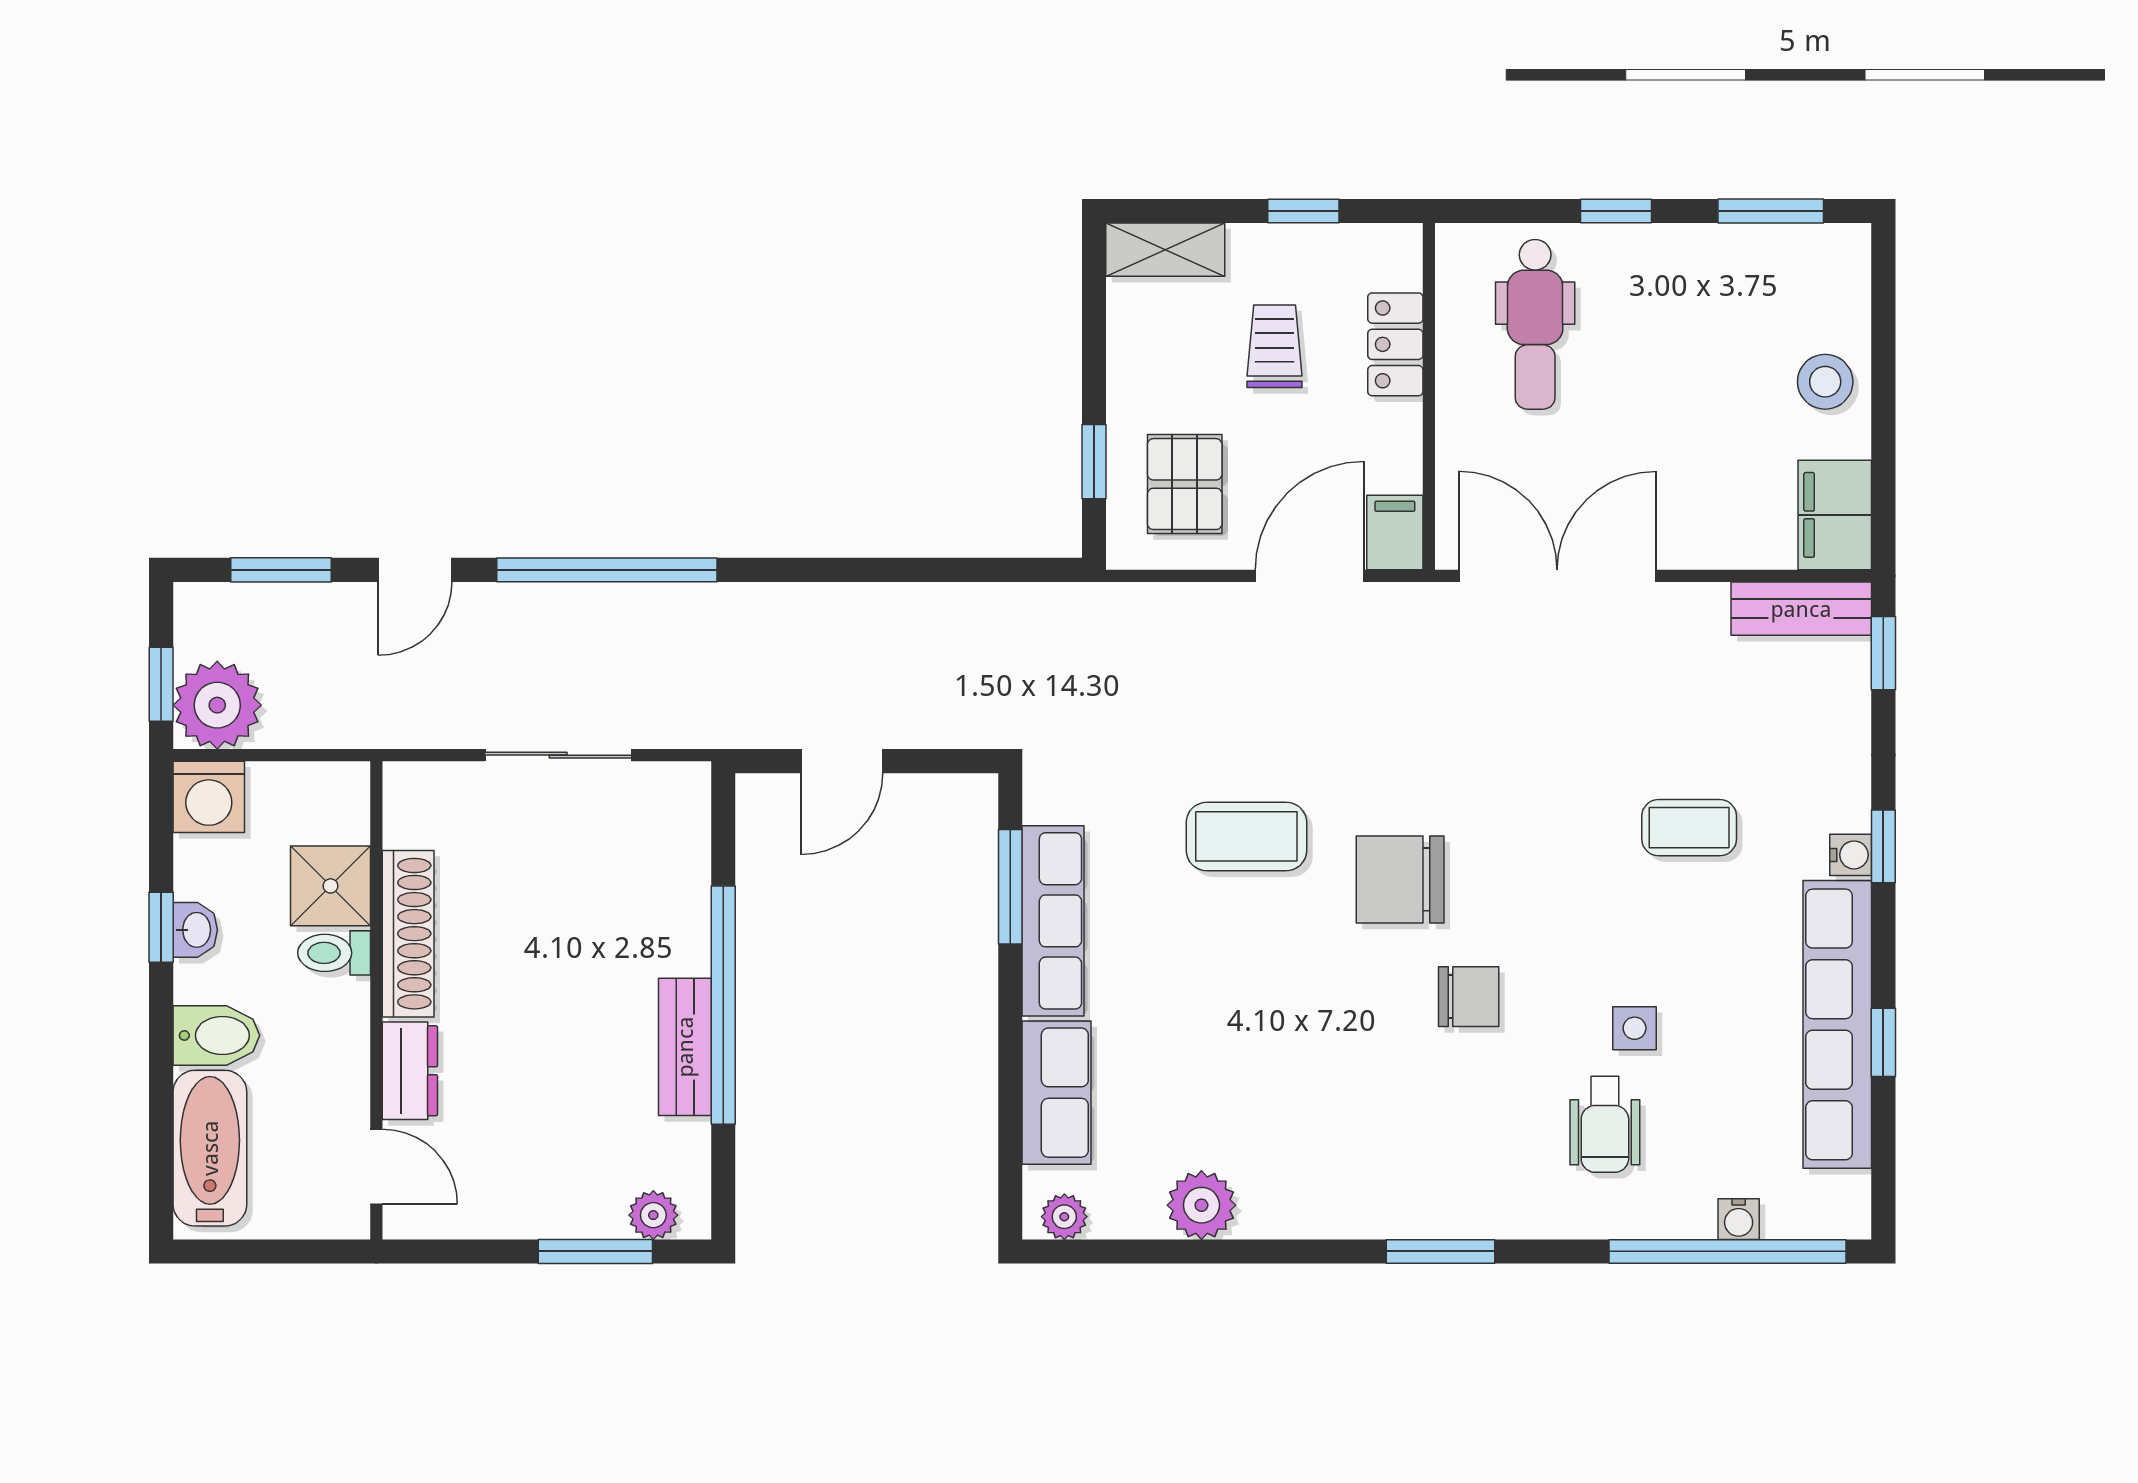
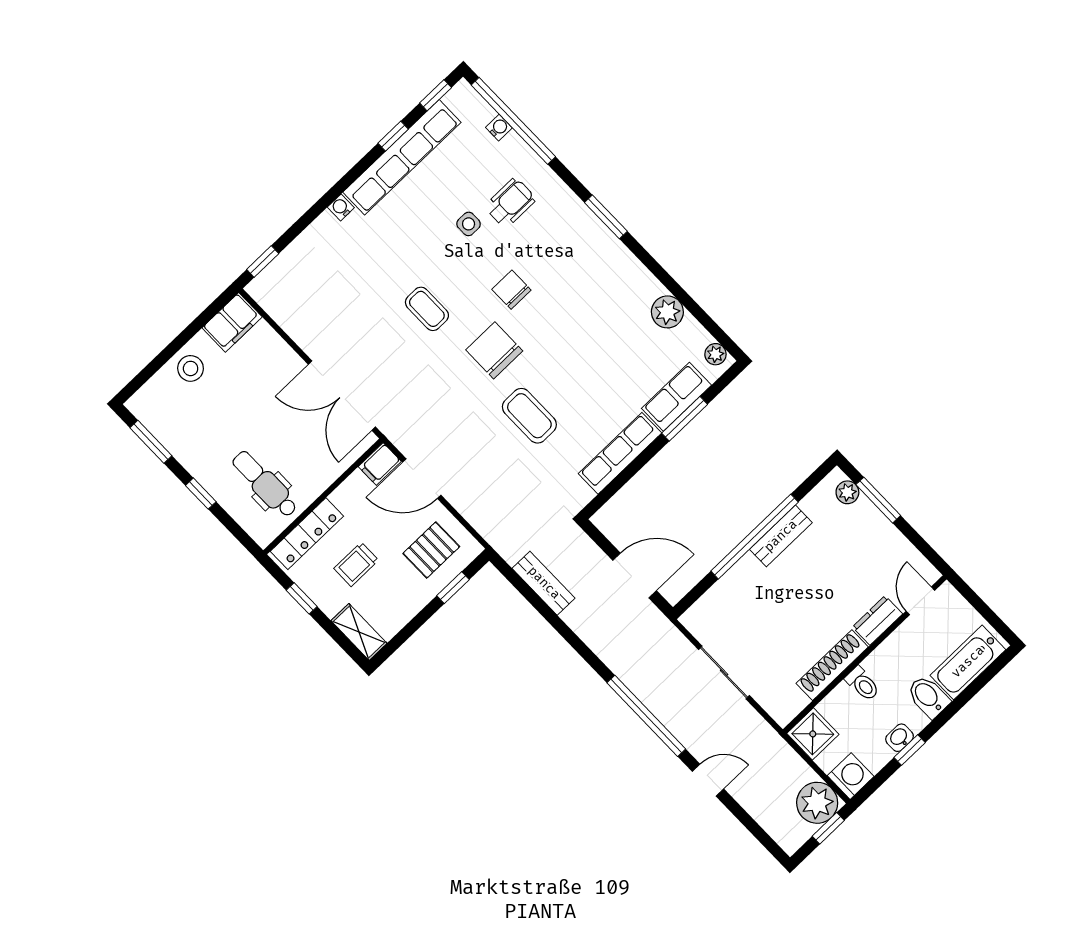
dental chair: (1535, 324) -> (265, 484), turned -90
locker: (1395, 344) -> (307, 534), width x1.53
window: (281, 570) -> (751, 825), removed
bench: (1801, 609) -> (544, 583), moved
door: (842, 761) -> (635, 575), width x1.38
coffee table: (1689, 828) -> (427, 309), moved
window: (1883, 846) -> (436, 95), moved
chair: (1400, 880) -> (494, 350), turned 180
shower: (331, 886) -> (813, 734), moved
window: (1010, 887) -> (685, 419), moved

